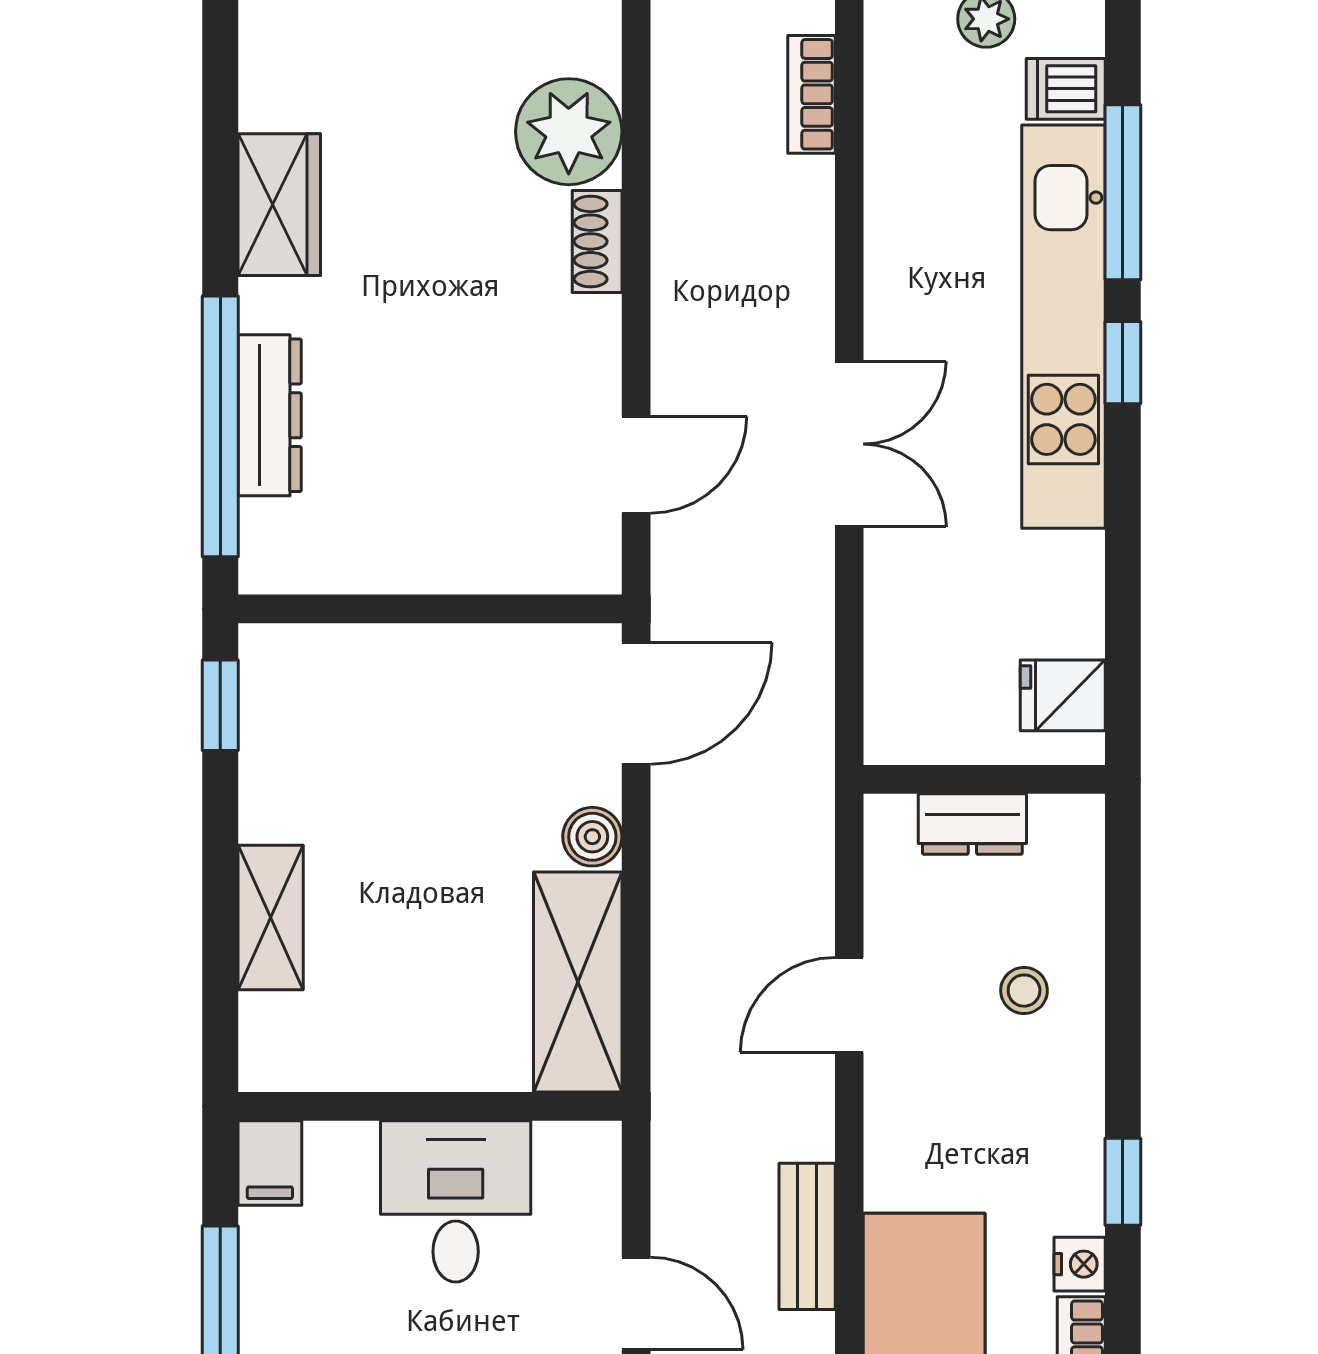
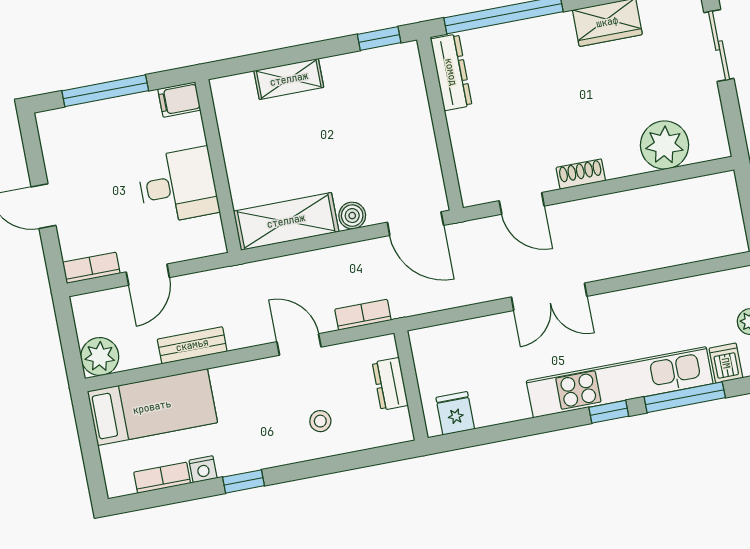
bookcase: (811, 94) -> (363, 315), moved
shoe rack: (597, 241) -> (581, 174), moved
dresser: (270, 415) -> (451, 72), moved, turned -90

